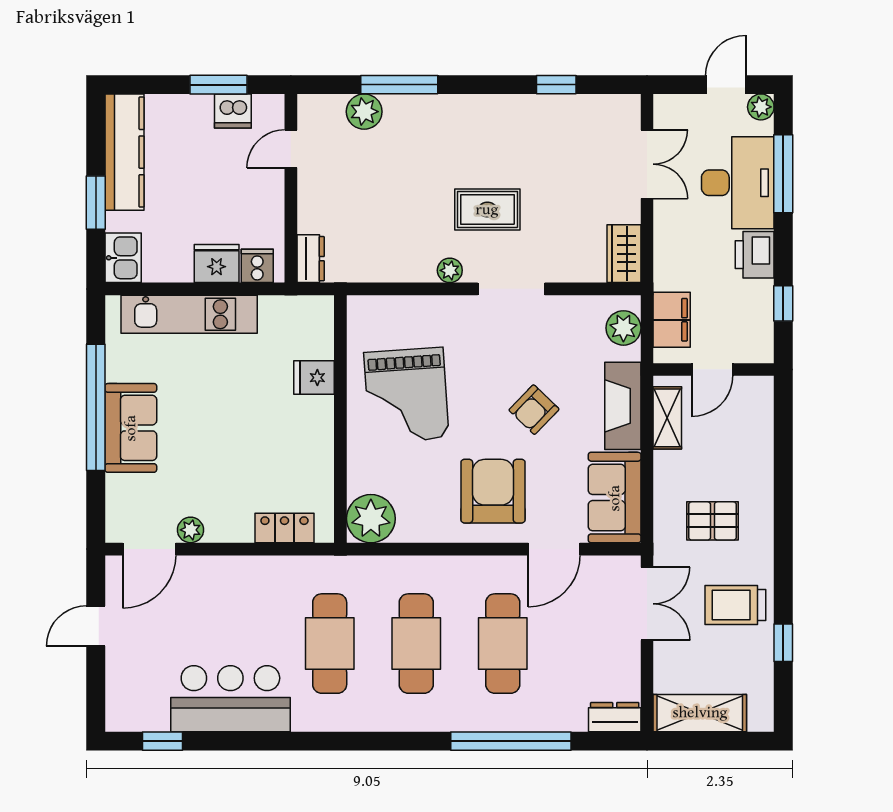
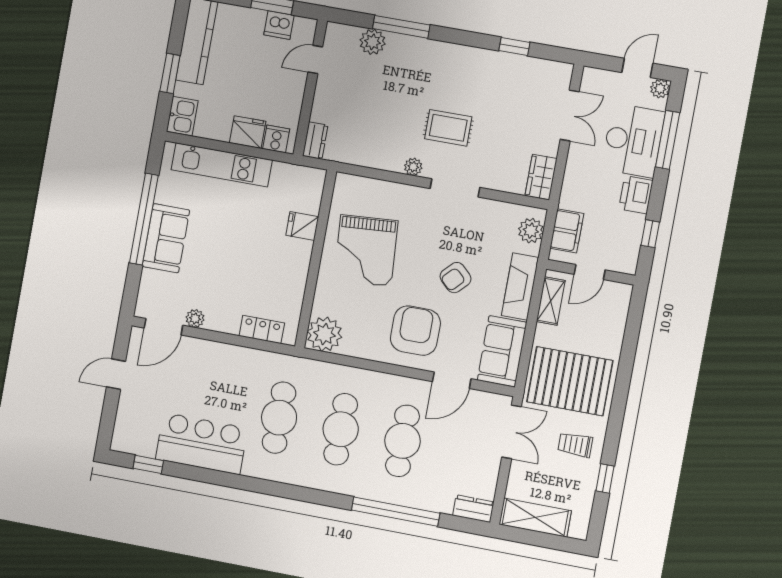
pallet: (712, 521) -> (570, 381), width x2.05, depth x2.00
trolley: (735, 605) -> (575, 445), width x0.73, depth x0.72

